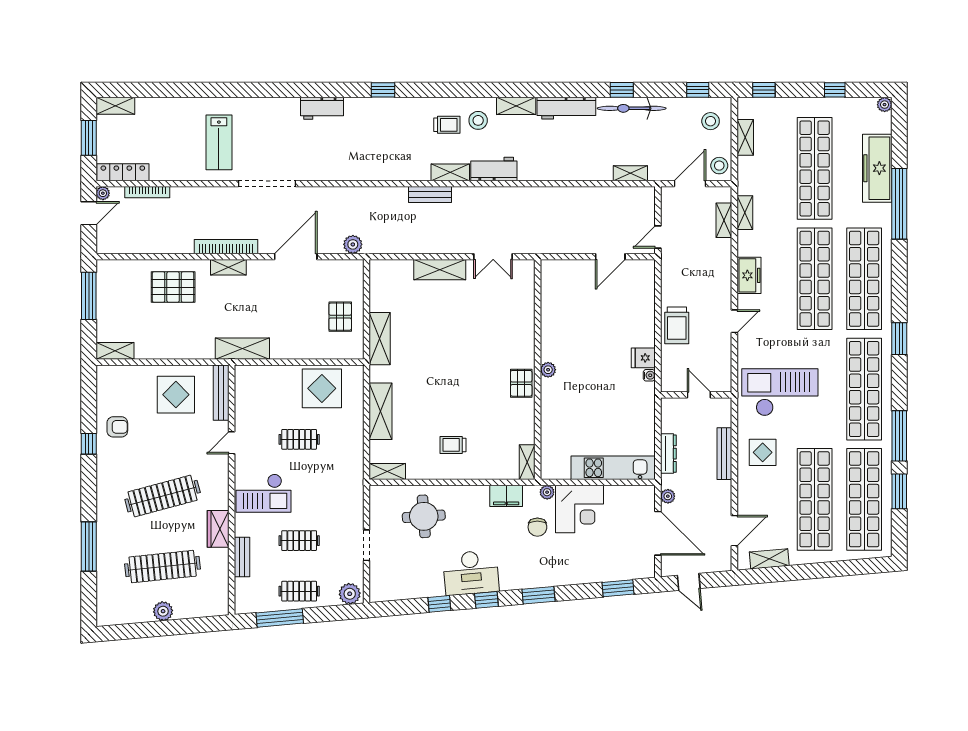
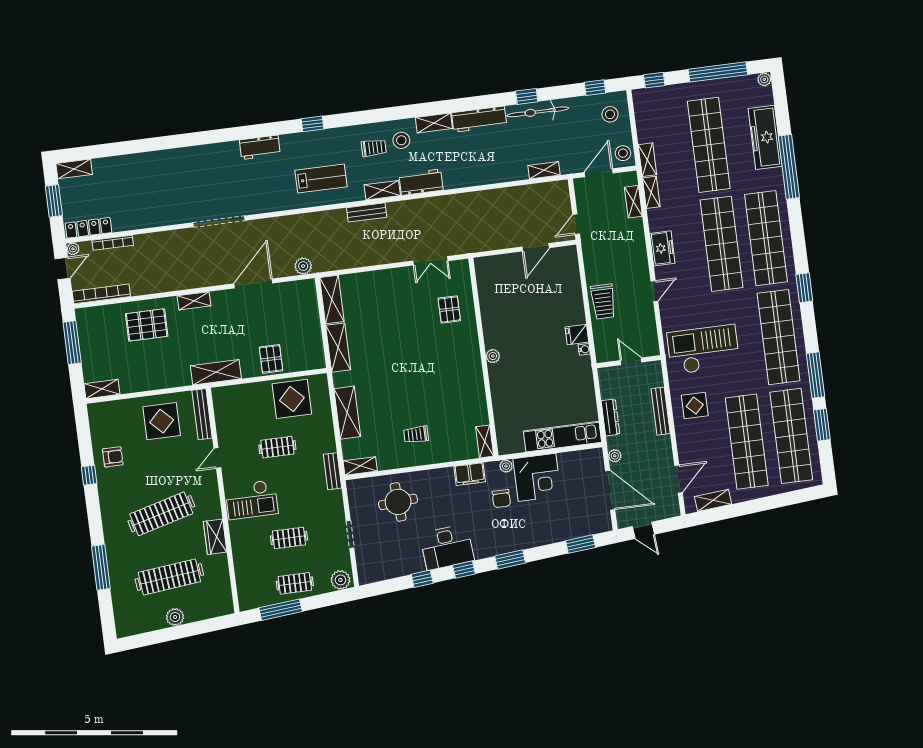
window: (835, 90) -> (718, 72), width x3.17
shelving: (745, 137) -> (647, 160), moved
lab bench: (219, 142) -> (321, 178), moved, turned -90
bookcase: (226, 247) -> (101, 294), moved
shelving: (440, 270) -> (332, 300), moved, turned 90
pallet: (340, 317) -> (271, 359), moved
pallet: (521, 383) -> (449, 309), moved
bench: (242, 557) -> (333, 471), moved

